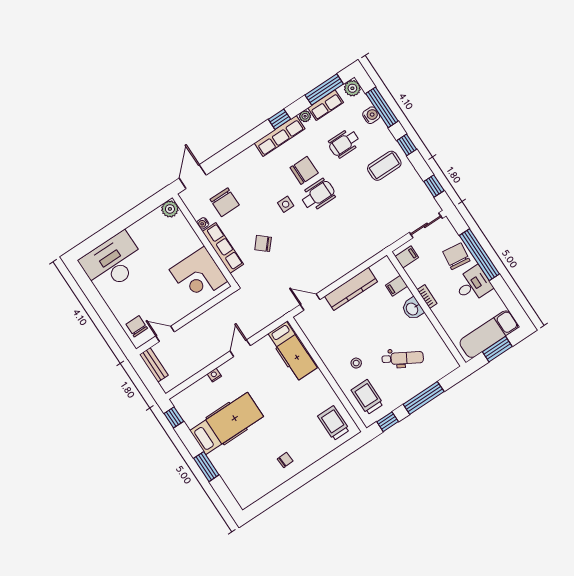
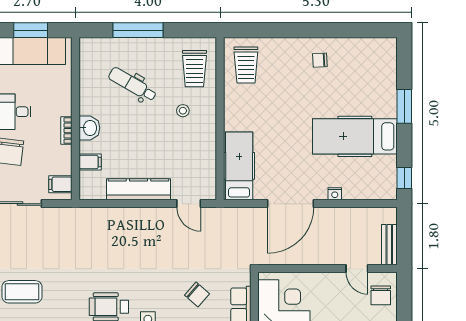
door: (240, 348) -> (291, 204), width x1.88
window: (388, 422) -> (190, 30), removed

